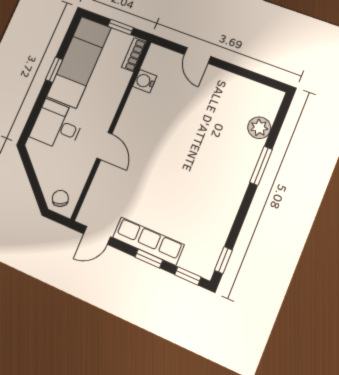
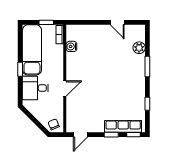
door: (197, 55) -> (117, 22), moved
window: (54, 70) -> (20, 69), moved
door: (104, 146) -> (65, 88), hinge flipped
row of seats: (148, 241) -> (123, 126), moved
window: (223, 260) -> (147, 104), moved

